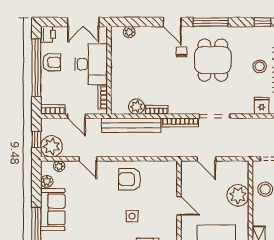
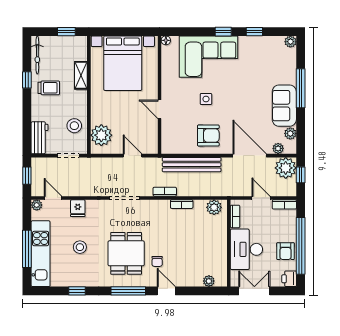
armchair: (52, 62) -> (285, 251), turned -90
plant: (137, 107) -> (214, 207), moved
bookcase: (180, 122) -> (165, 192), width x0.64
bench: (131, 125) -> (192, 165), moved
door: (88, 159) -> (250, 156), width x1.88
plant: (238, 195) -> (101, 135), moved

